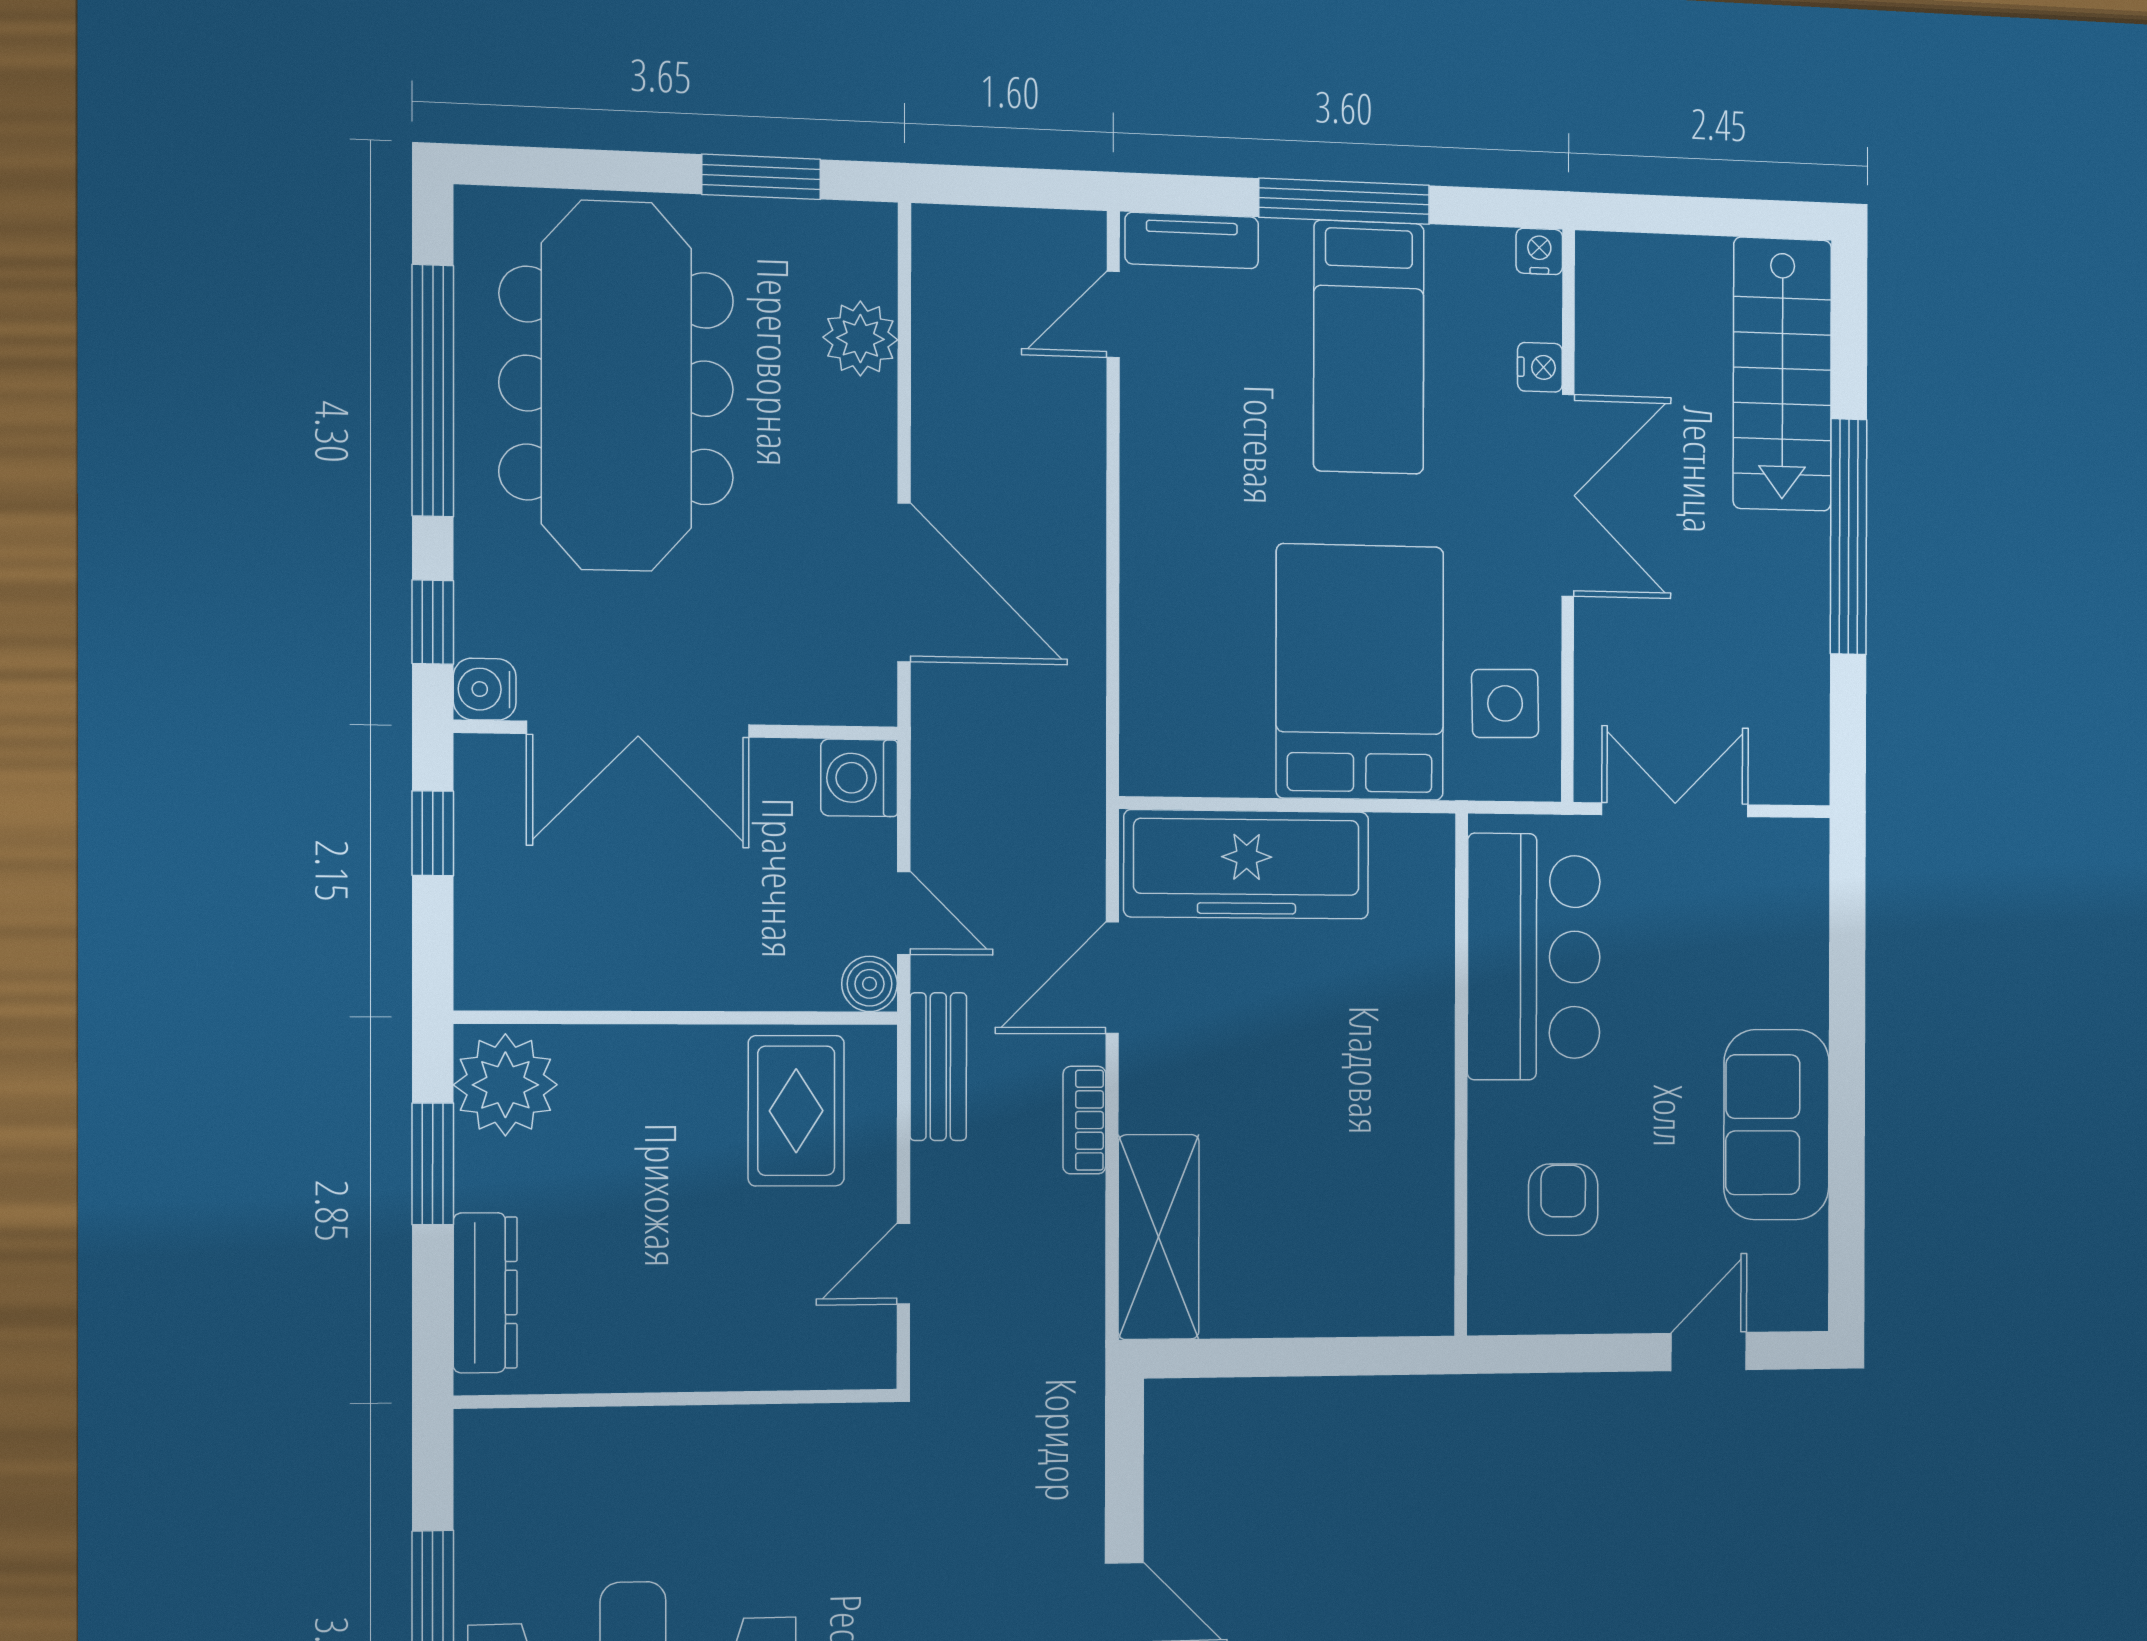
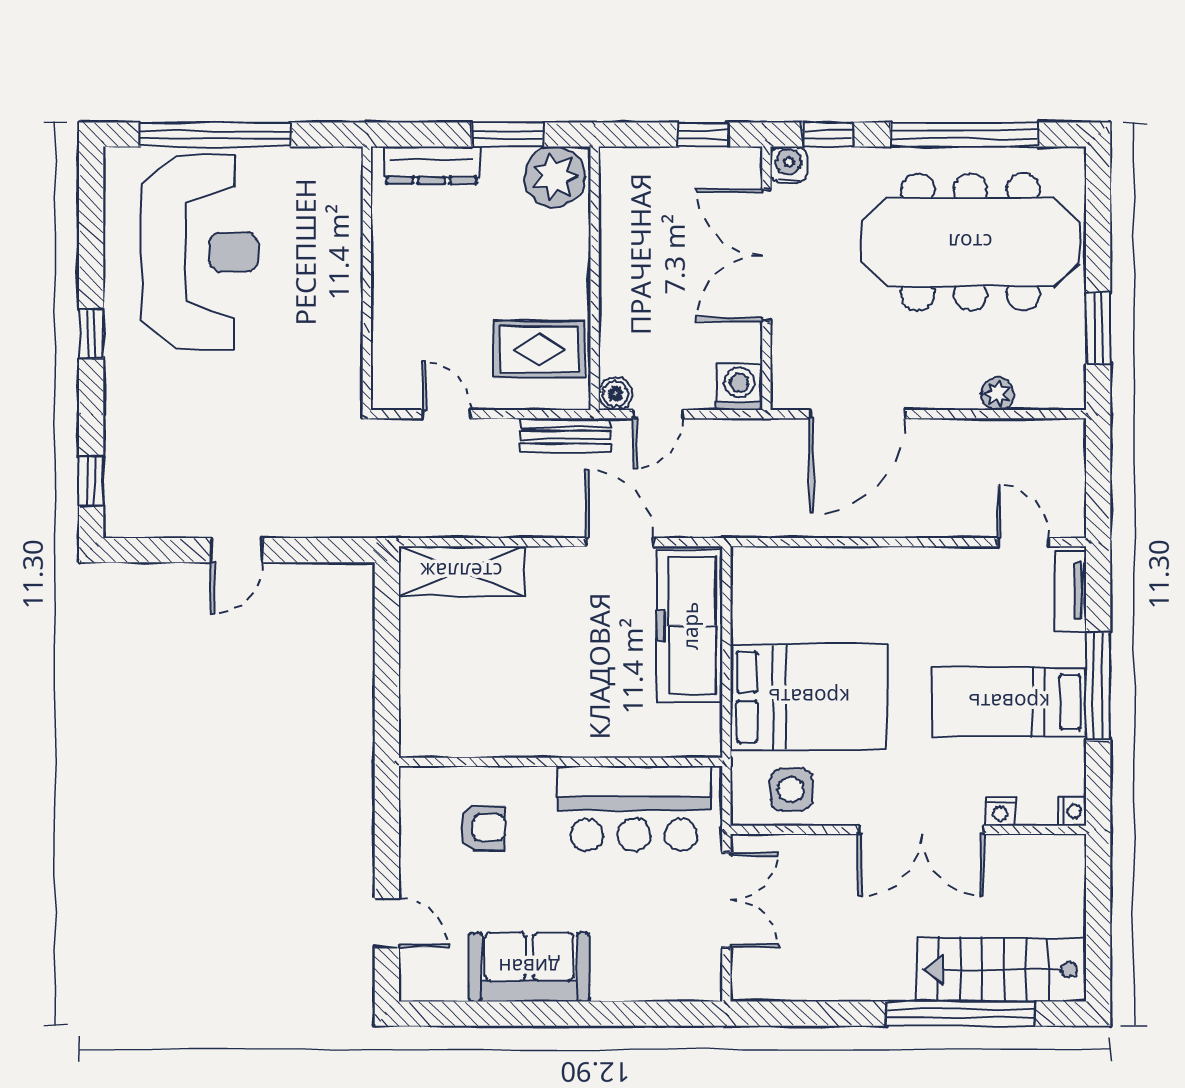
plant: (860, 338) -> (997, 394), width x0.73, depth x0.73
window: (1848, 537) -> (961, 1014), moved
bookcase: (1084, 1120) -> (533, 525), removed

